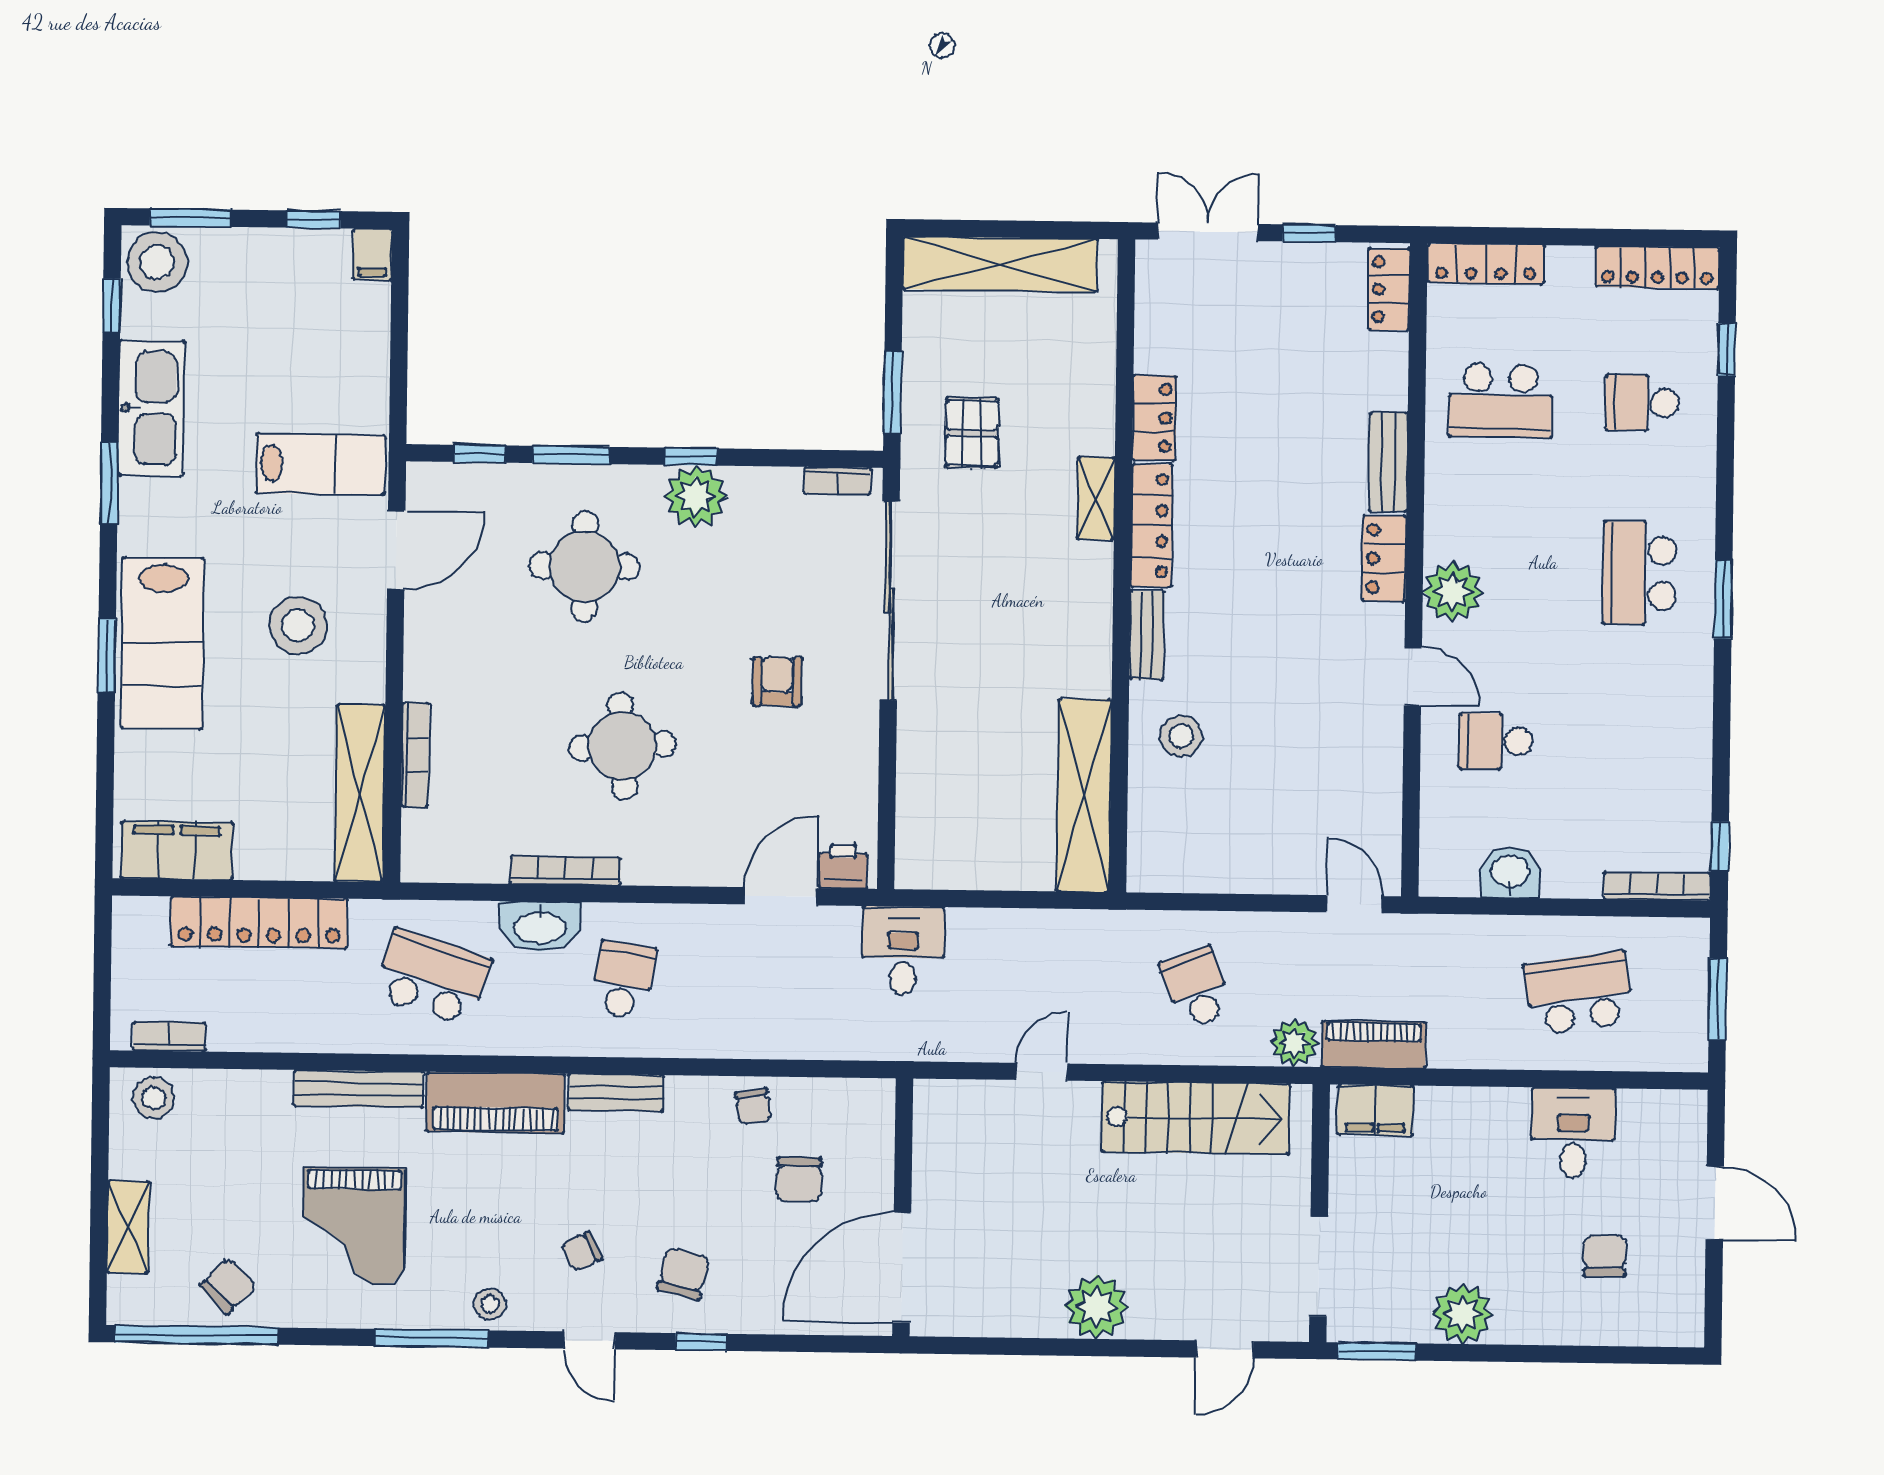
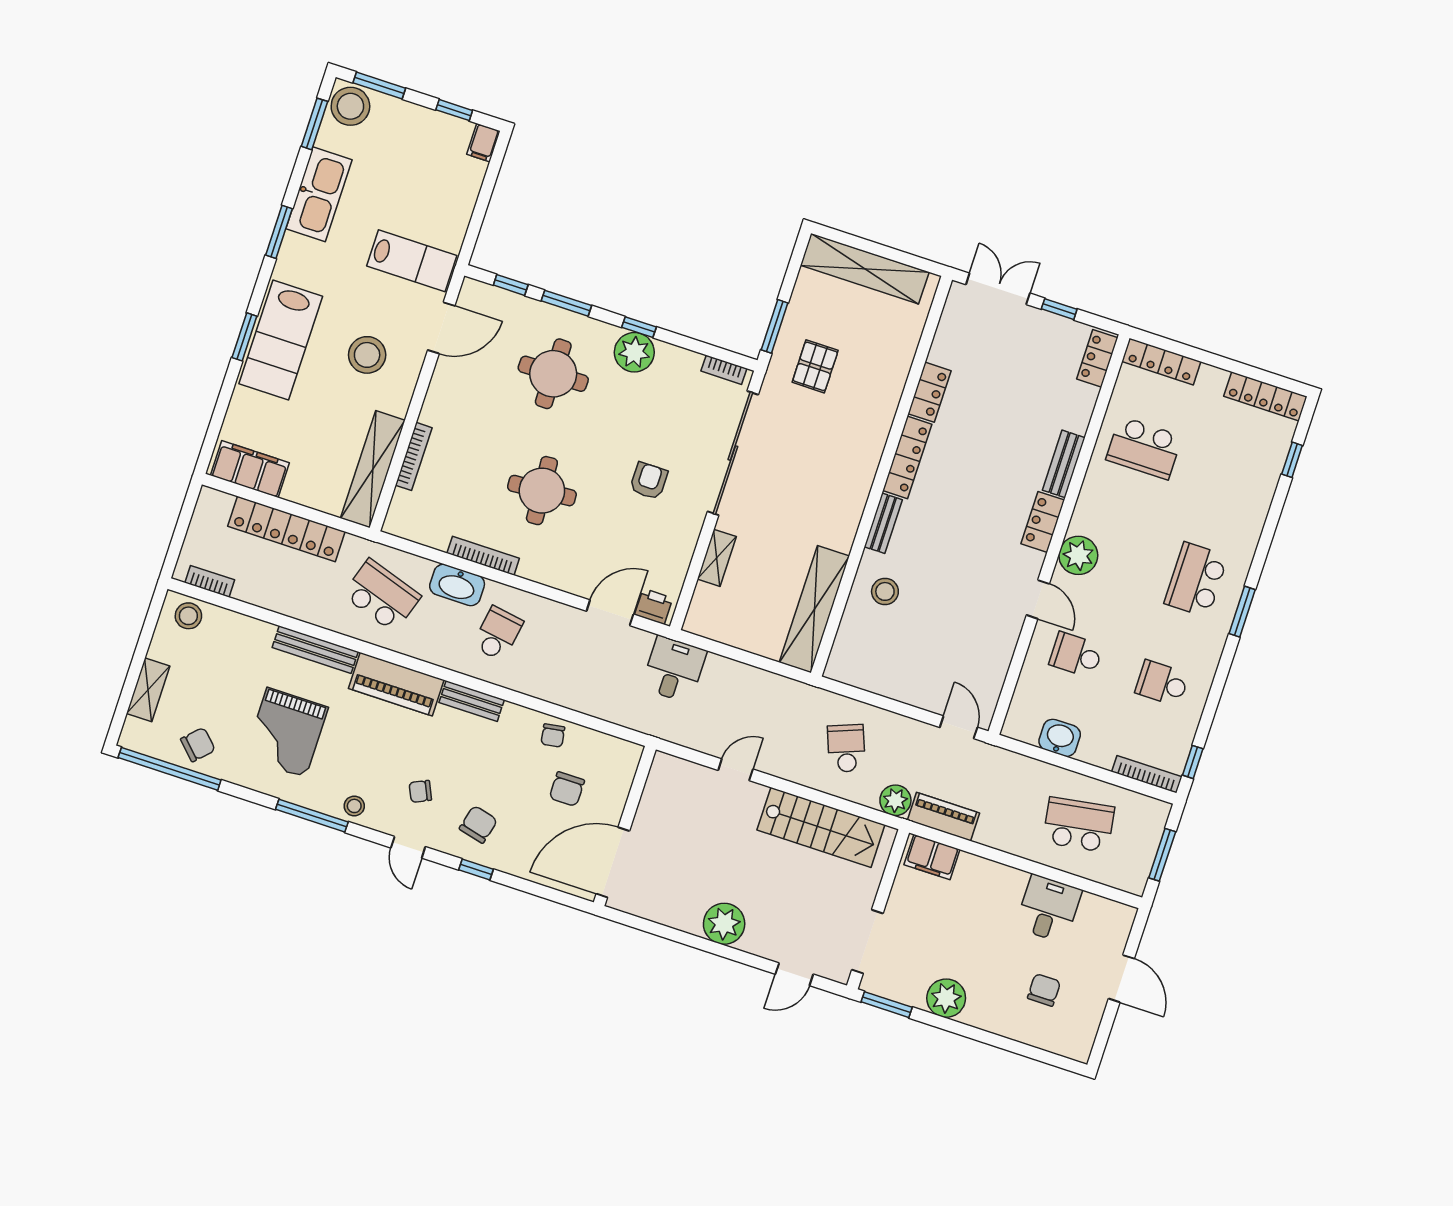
window: (112, 305) -> (314, 124), width x1.50
school desk: (1642, 403) -> (1162, 683), moved
shelving: (1096, 498) -> (717, 558), moved

